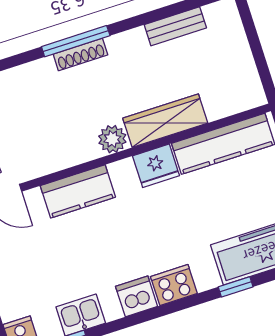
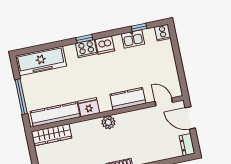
wardrobe: (165, 121) -> (51, 135), moved
window: (236, 287) -> (84, 39), moved

